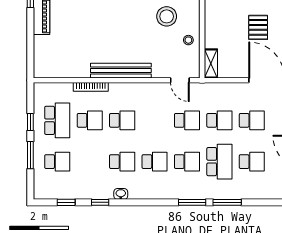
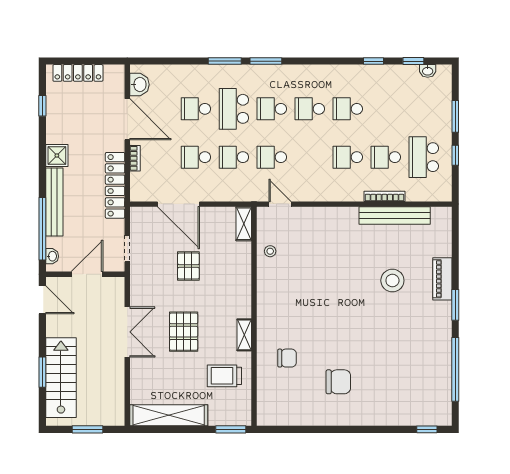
stool: (167, 16) -> (392, 281), moved
bench: (121, 71) -> (395, 215), moved
school desk: (57, 162) -> (424, 109), removed
washbasin: (121, 194) -> (428, 71), moved

